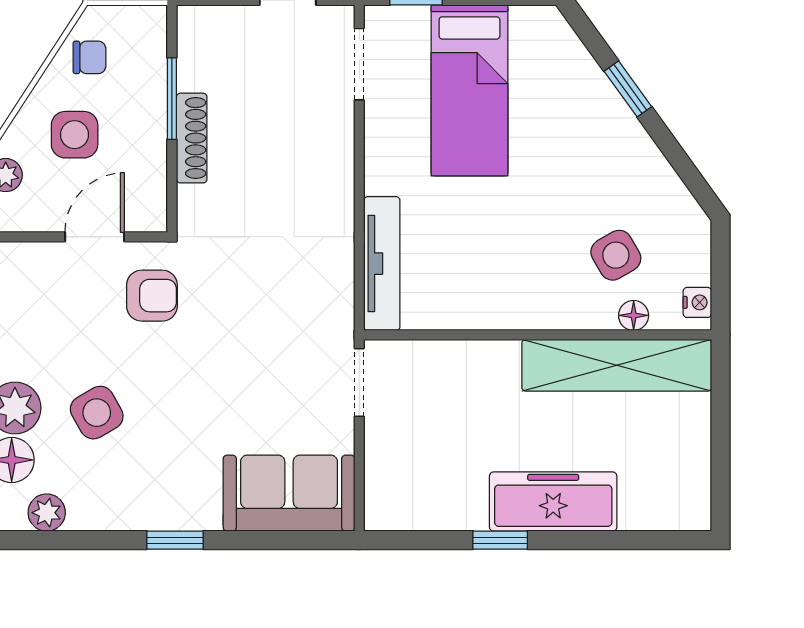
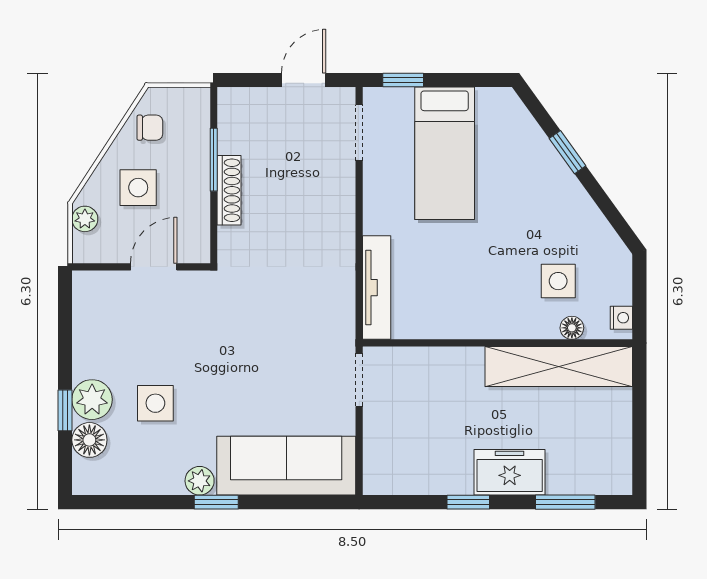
side table: (616, 255) -> (558, 281), turned 30
armchair: (152, 296) -> (198, 312), removed
side table: (97, 413) -> (155, 403), turned 30
sofa: (289, 493) -> (286, 466), width x1.36
freezer: (553, 502) -> (510, 472), width x0.71
plant: (47, 513) -> (200, 481), moved
window: (625, 540) -> (565, 502), added

